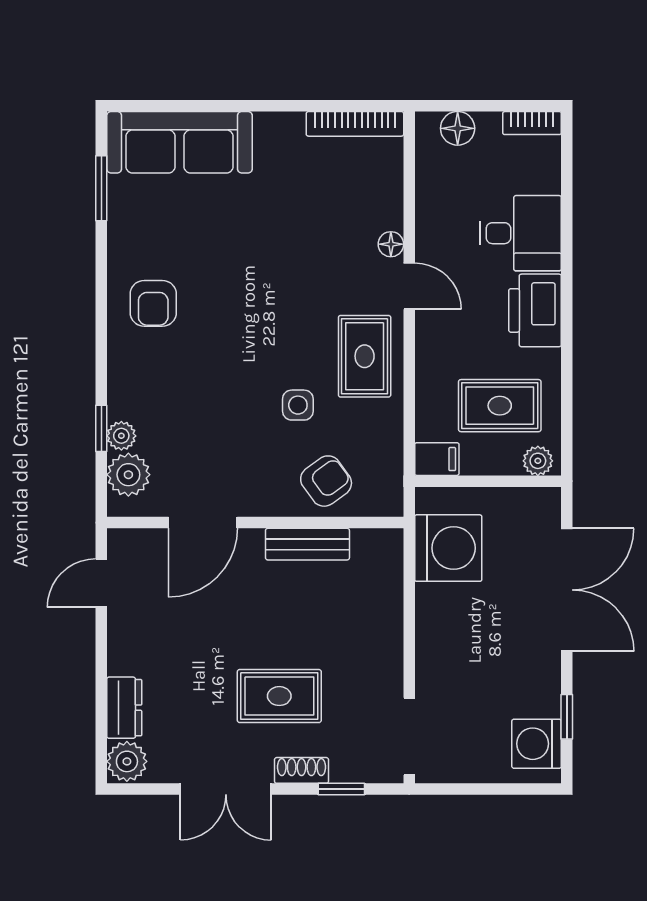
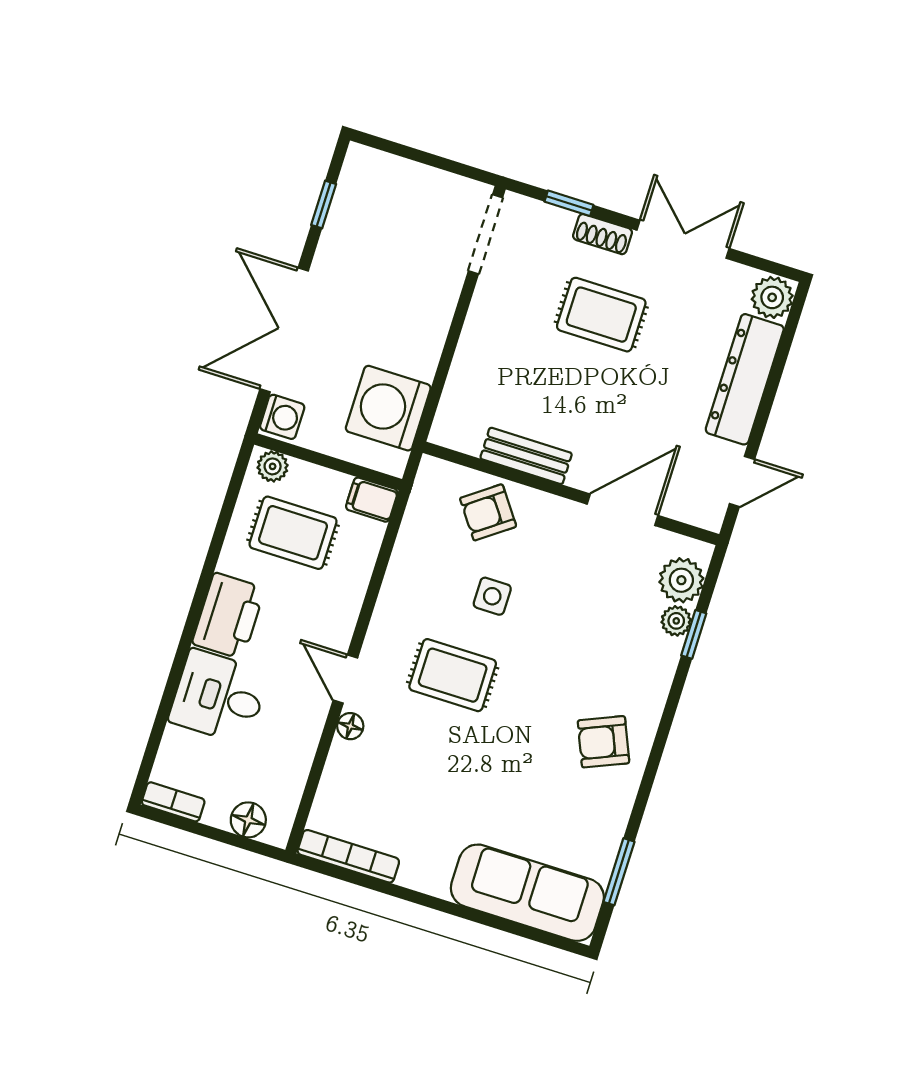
armchair: (153, 303) -> (603, 742), turned -113
rug: (365, 356) -> (453, 675), moved, turned 90
dresser: (124, 708) -> (745, 379), width x1.96, depth x1.24
washing machine: (537, 744) -> (282, 417), moved, width x0.73, depth x0.73

